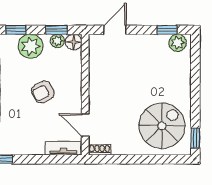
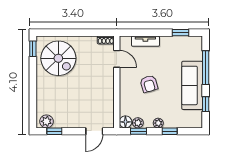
plant: (31, 46) -> (158, 123), width x0.53, depth x0.53
armchair: (43, 92) -> (149, 84), turned 101
spiral stairs: (162, 126) -> (58, 58), turned -90
tv unit: (64, 148) -> (145, 41), moved

